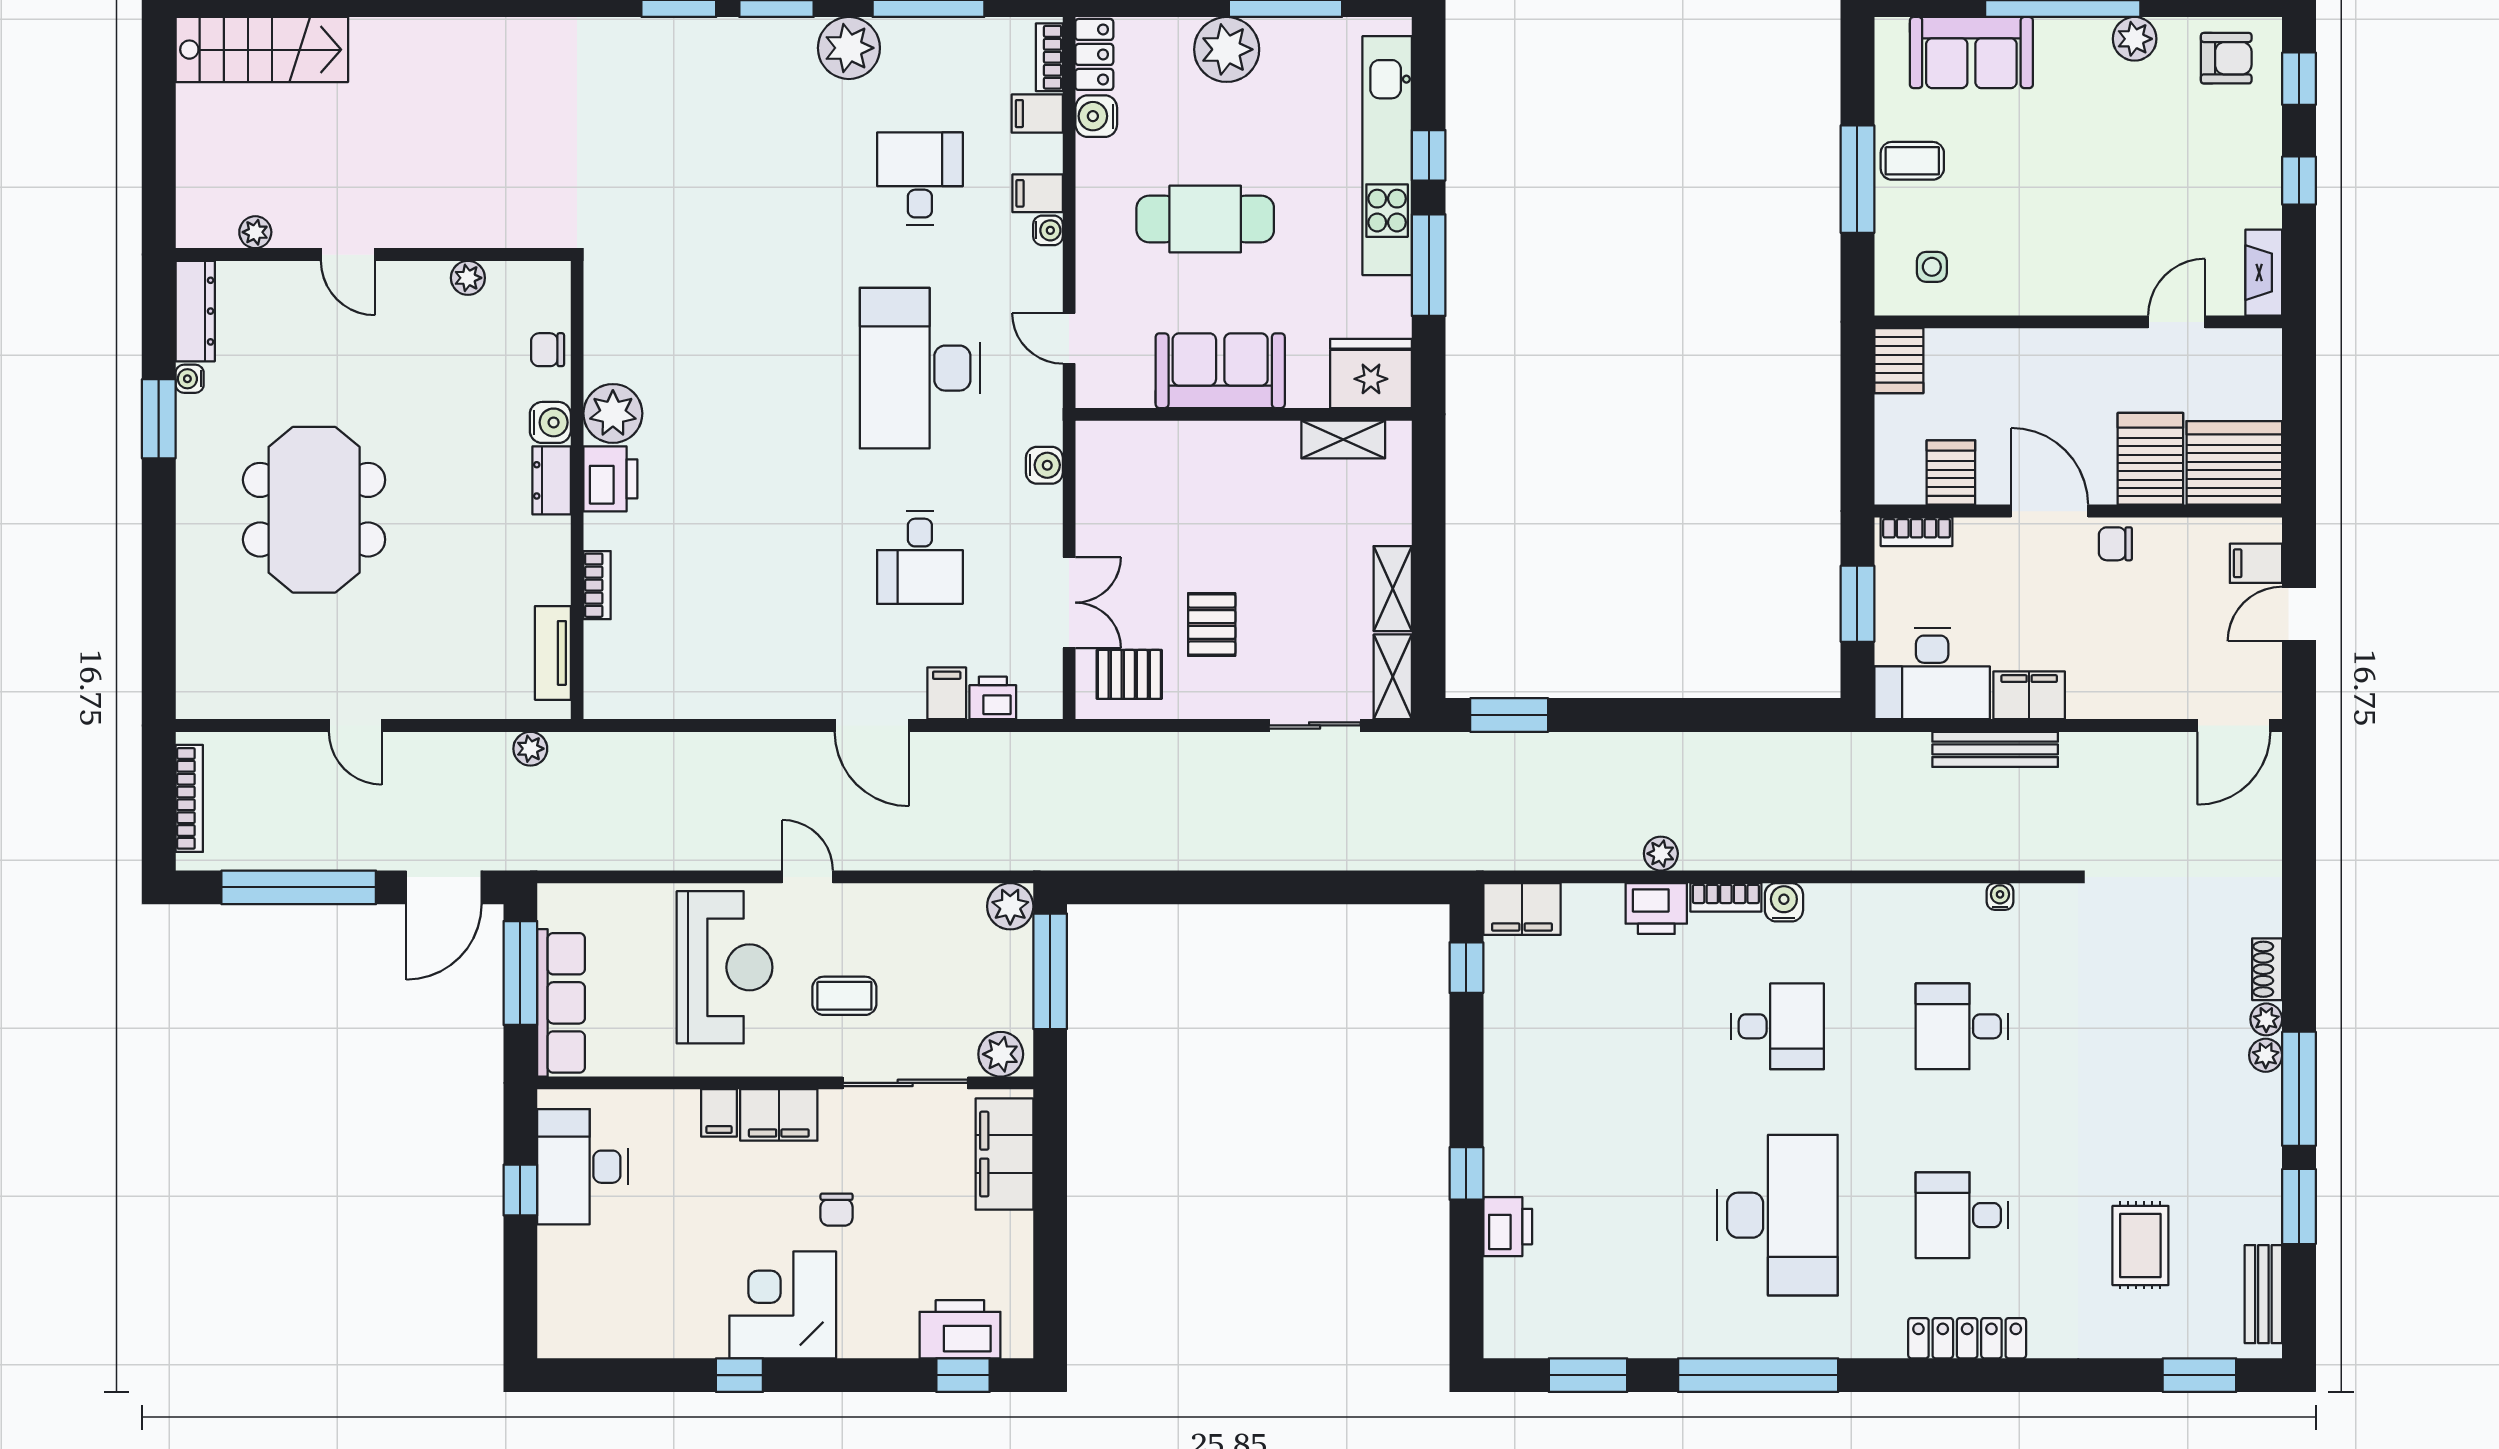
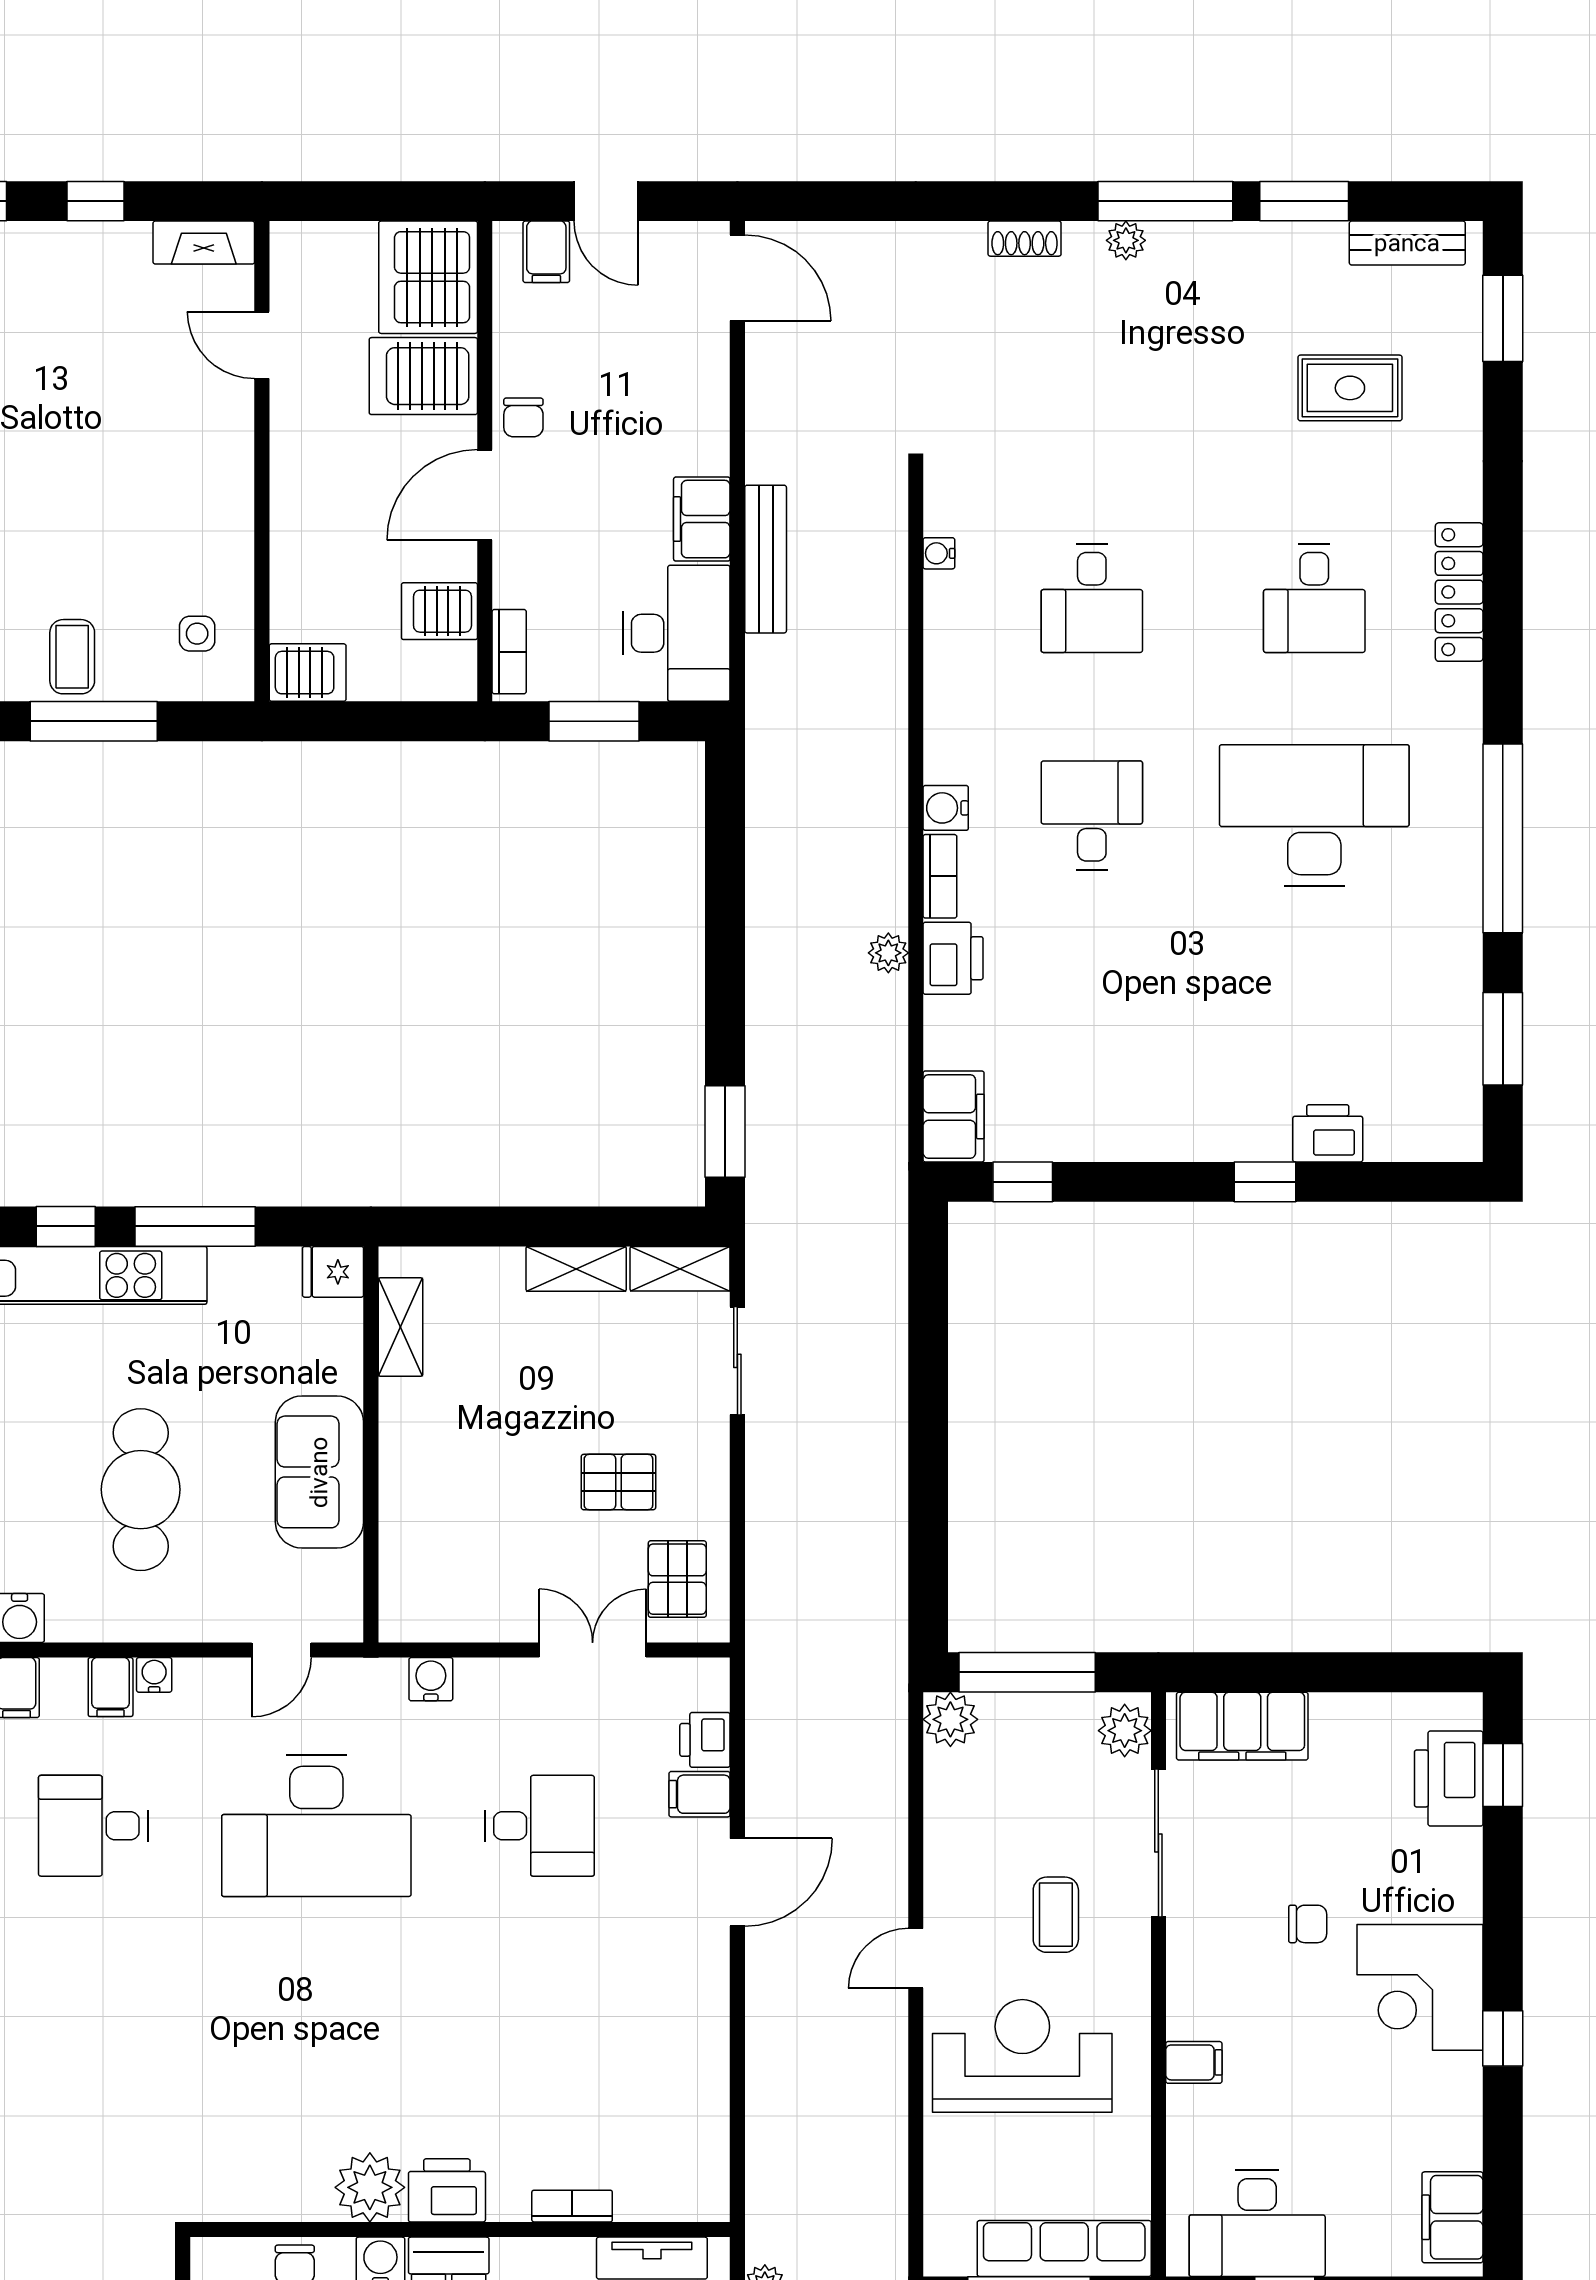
fridge: (1371, 373) -> (333, 1272), width x0.53, depth x0.75
plant: (2266, 1019) -> (1084, 240), removed
filing cabinet: (779, 1115) -> (1453, 2217), moved, turned 180

